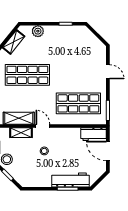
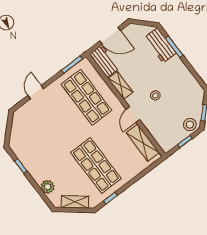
shelving: (21, 133) -> (121, 85), moved
door: (108, 151) -> (110, 36), hinge flipped
workbench: (71, 180) -> (160, 45), width x0.73

